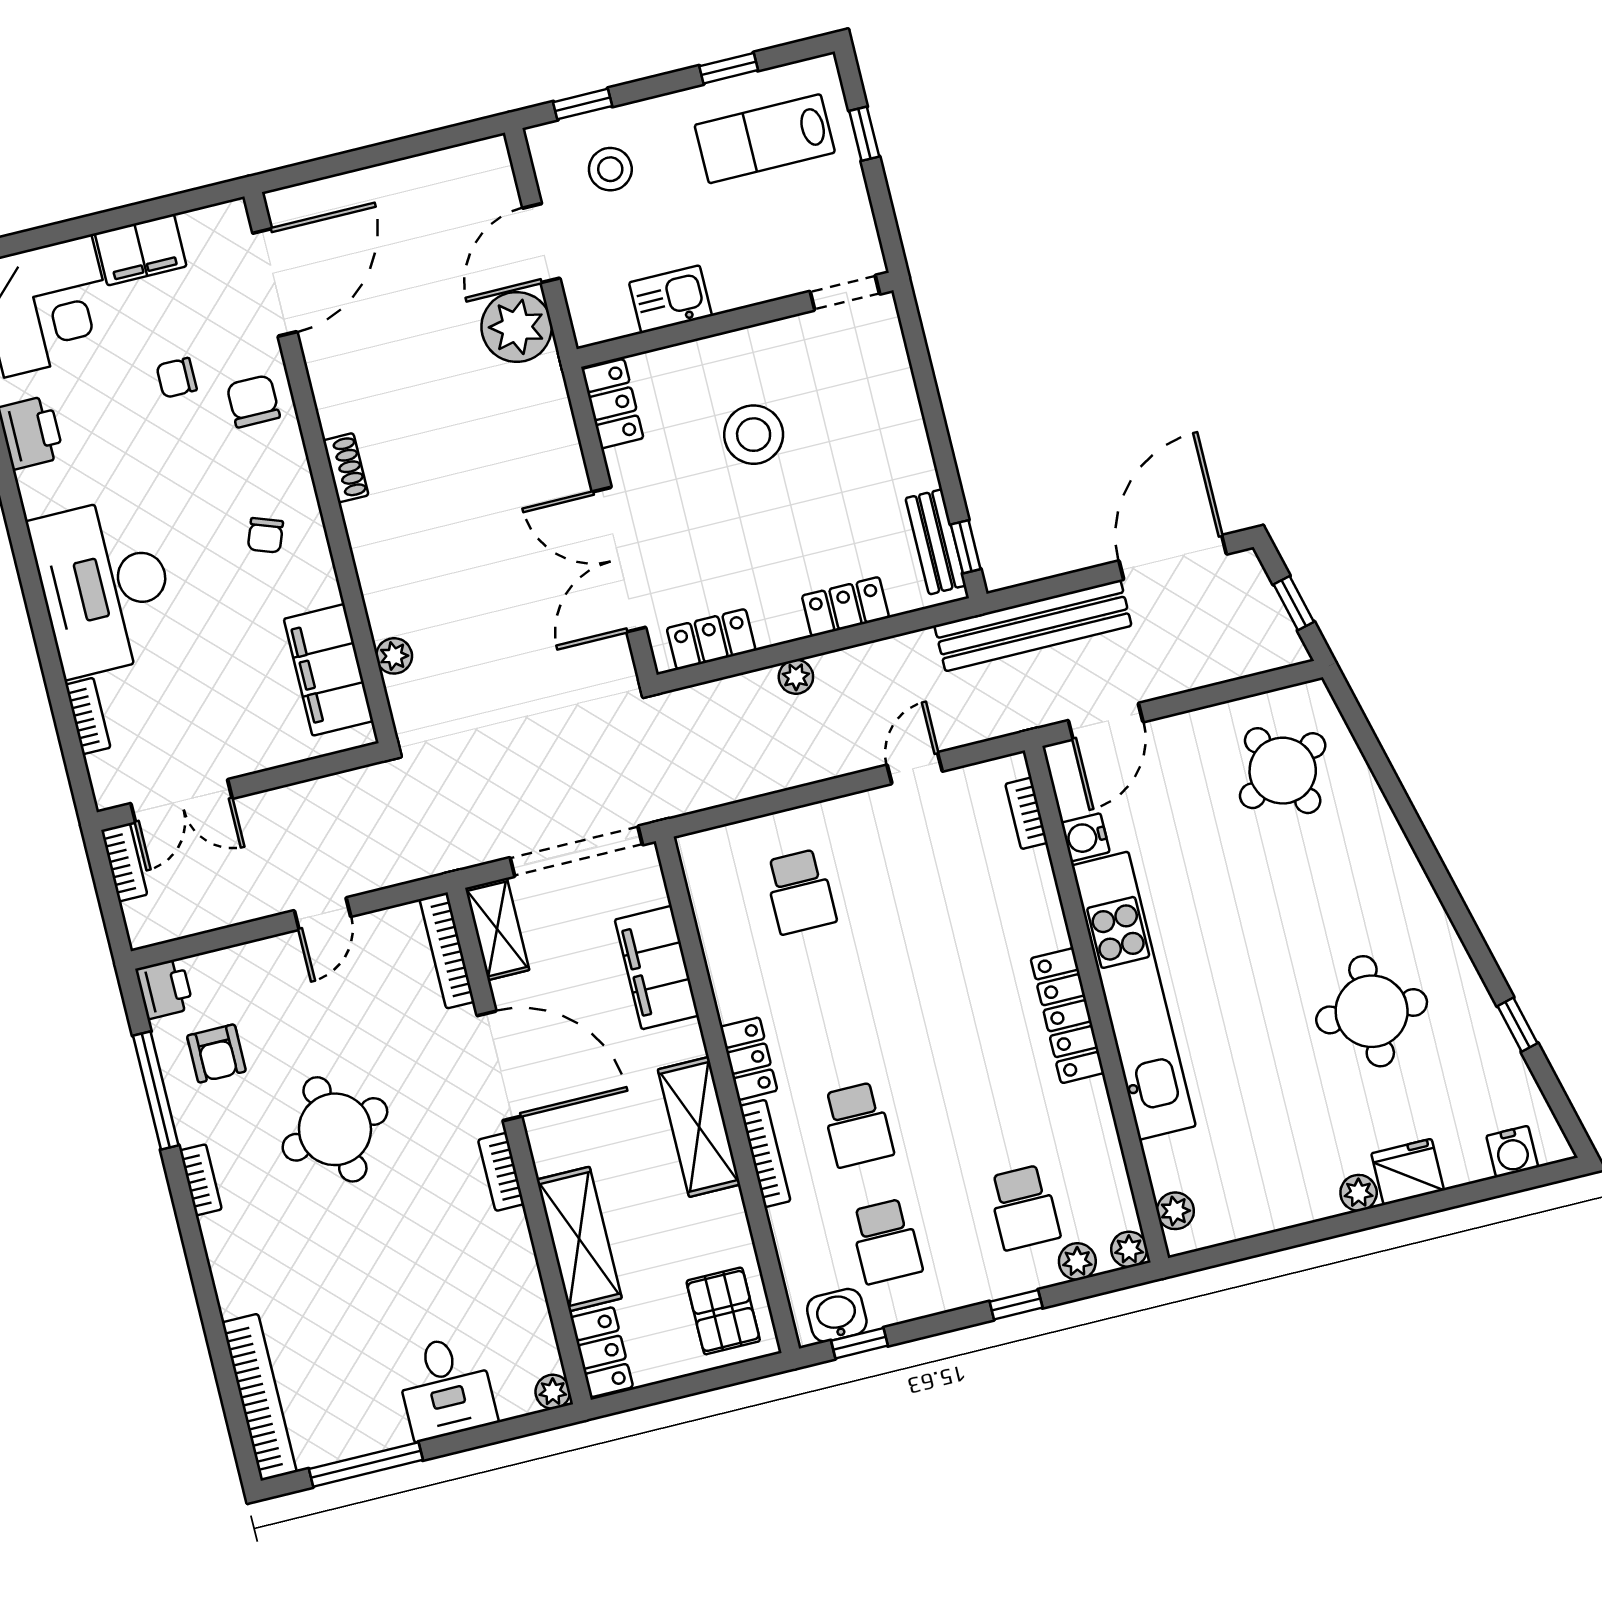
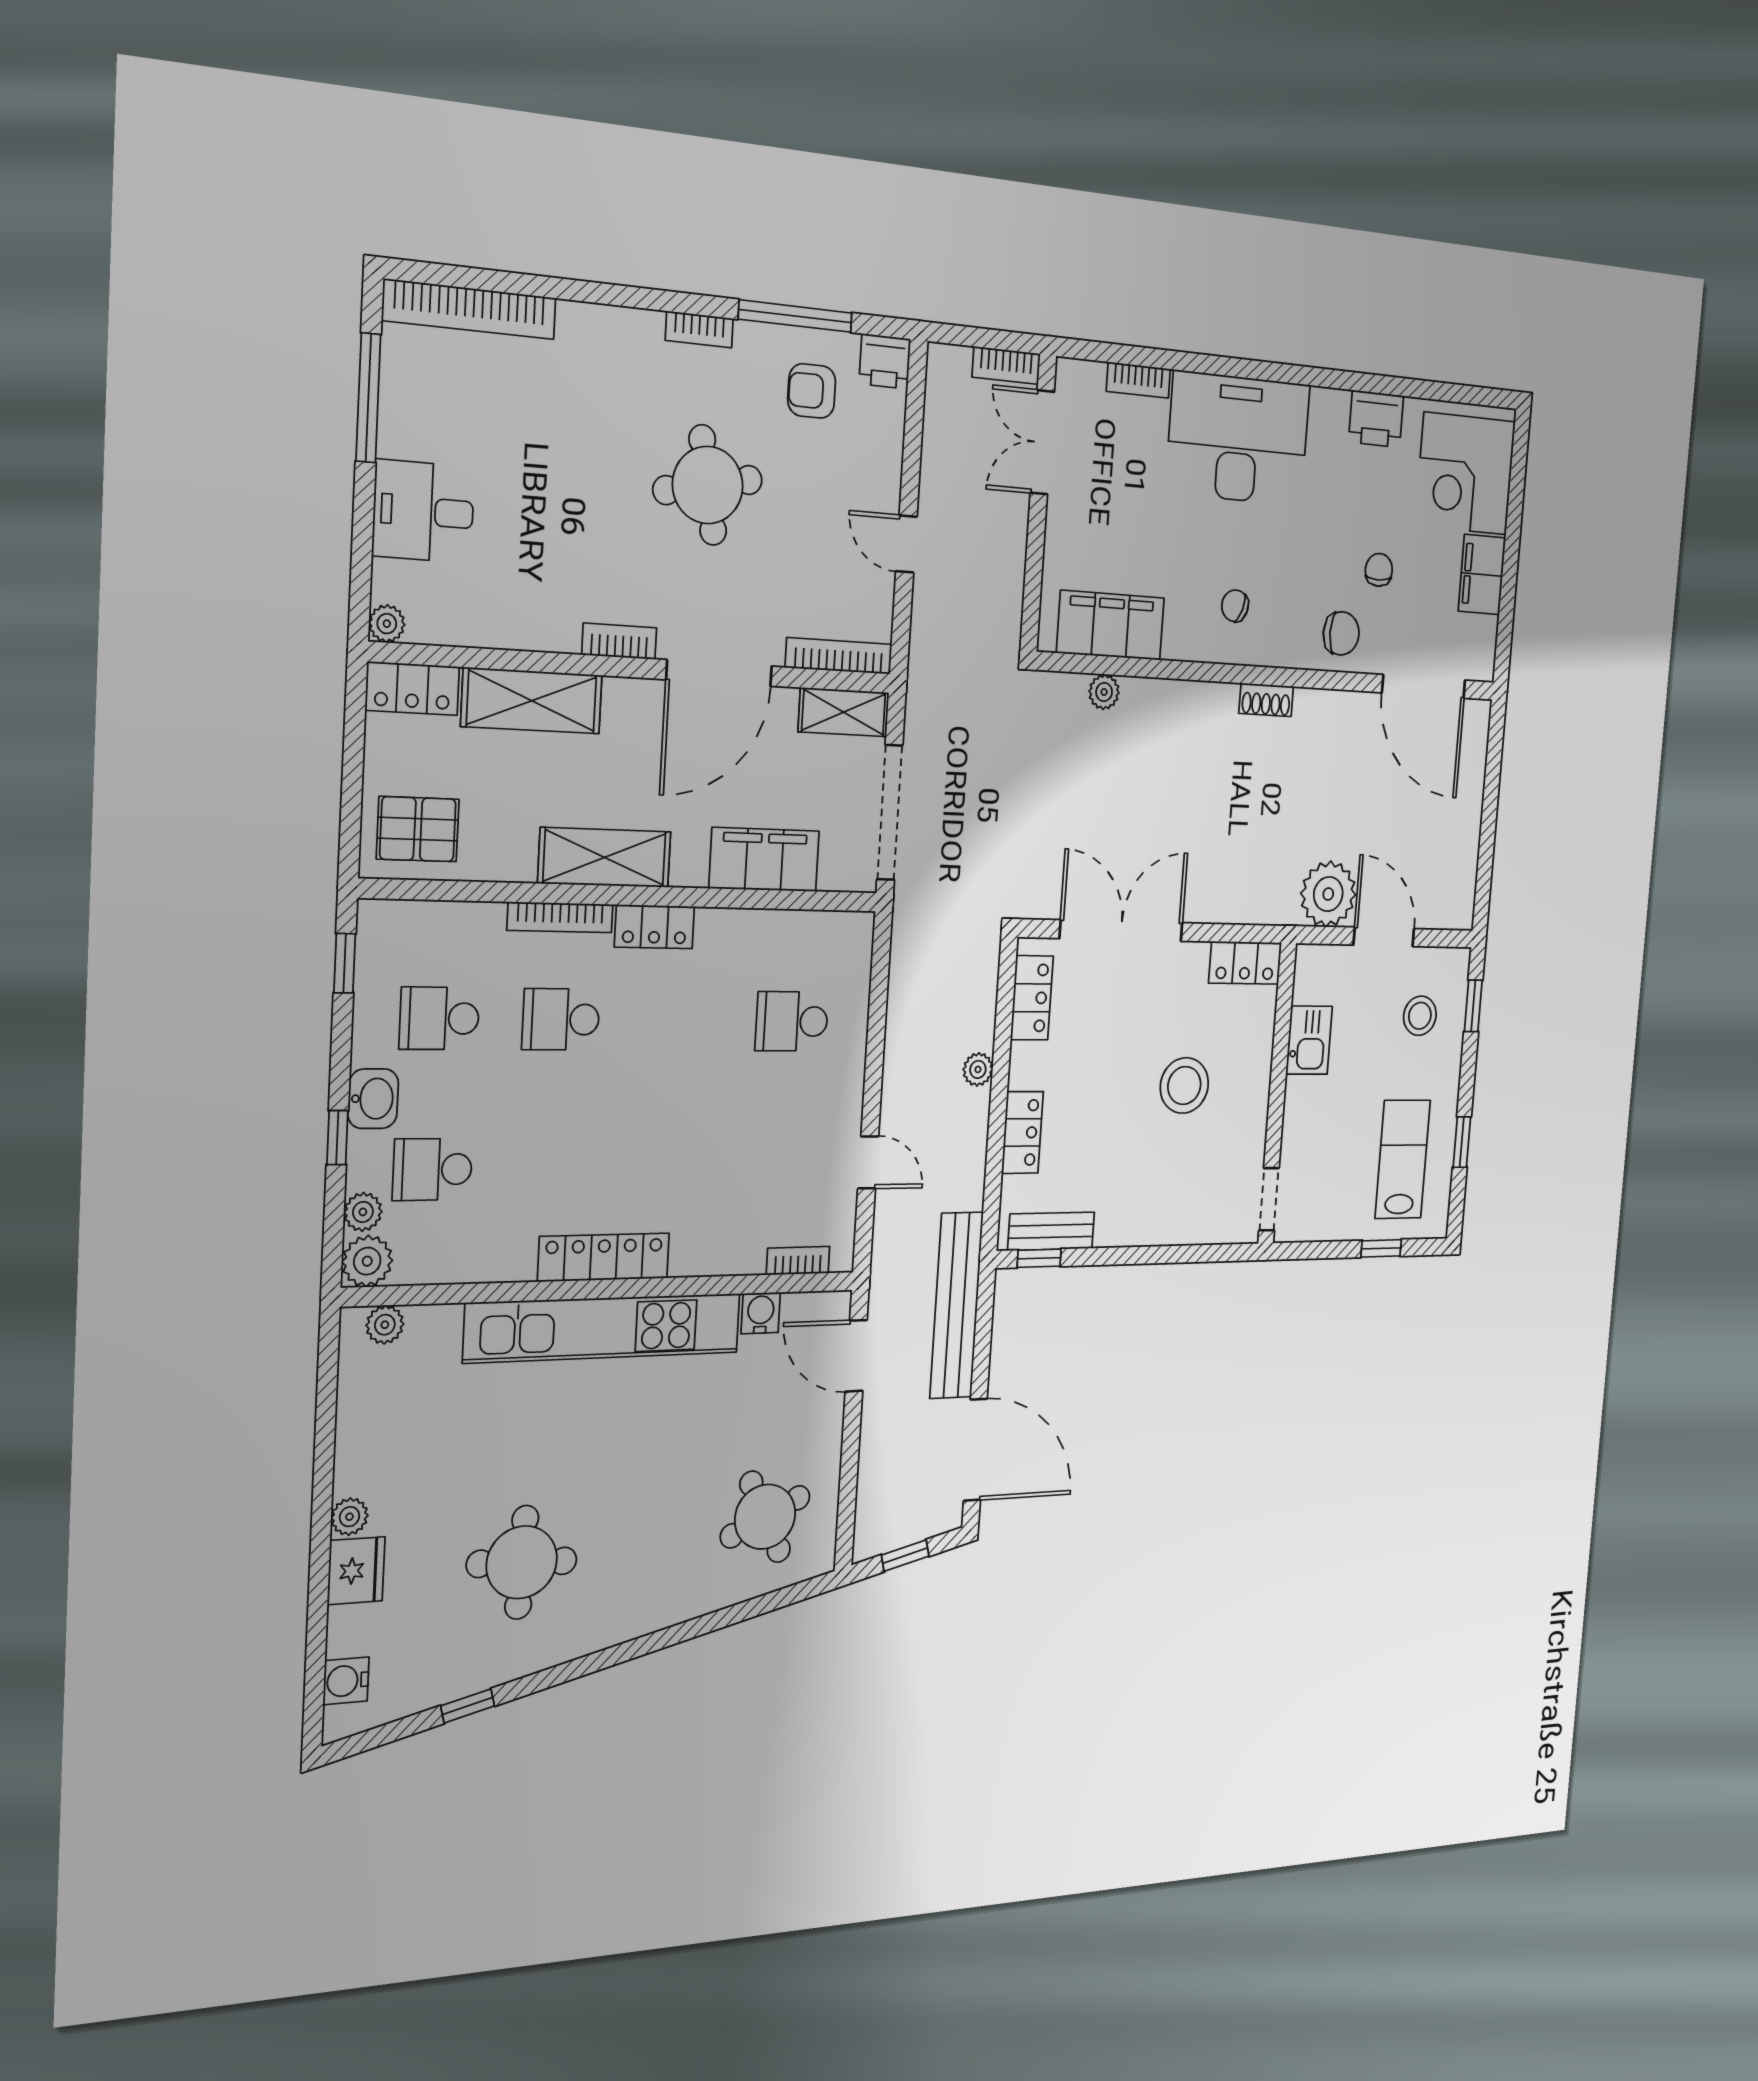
plant: (1129, 1249) -> (367, 1261), width x1.38, depth x1.38
washbasin: (837, 1315) -> (373, 1099), moved

